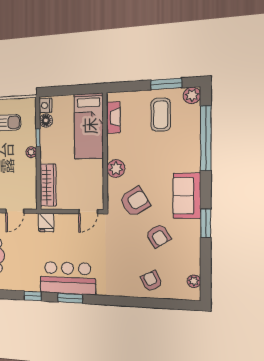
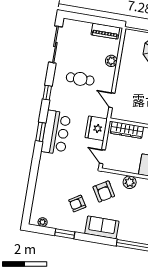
fridge: (46, 222) -> (96, 128), width x1.88, depth x1.34
window: (206, 223) -> (65, 234), moved
armchair: (151, 281) -> (46, 193), removed
window: (32, 296) -> (47, 93), moved

